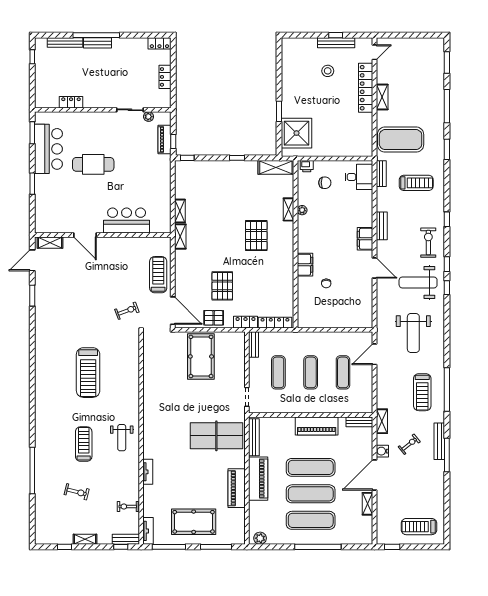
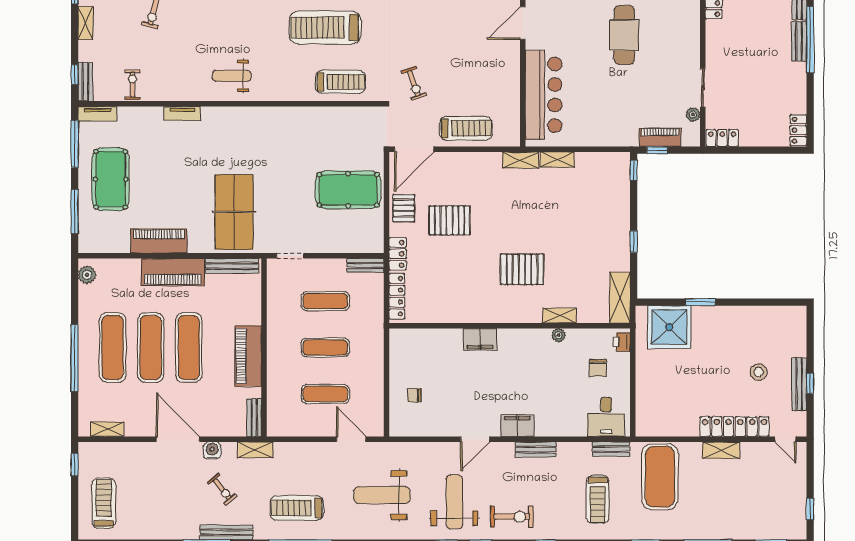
window: (423, 35) -> (810, 509), added
locker: (165, 77) -> (722, 138), moved
bar counter: (127, 221) -> (544, 95), width x1.36
chair: (326, 283) -> (414, 395), moved
treadmill: (84, 444) -> (341, 82), moved
shelving: (368, 504) -> (107, 429), moved

